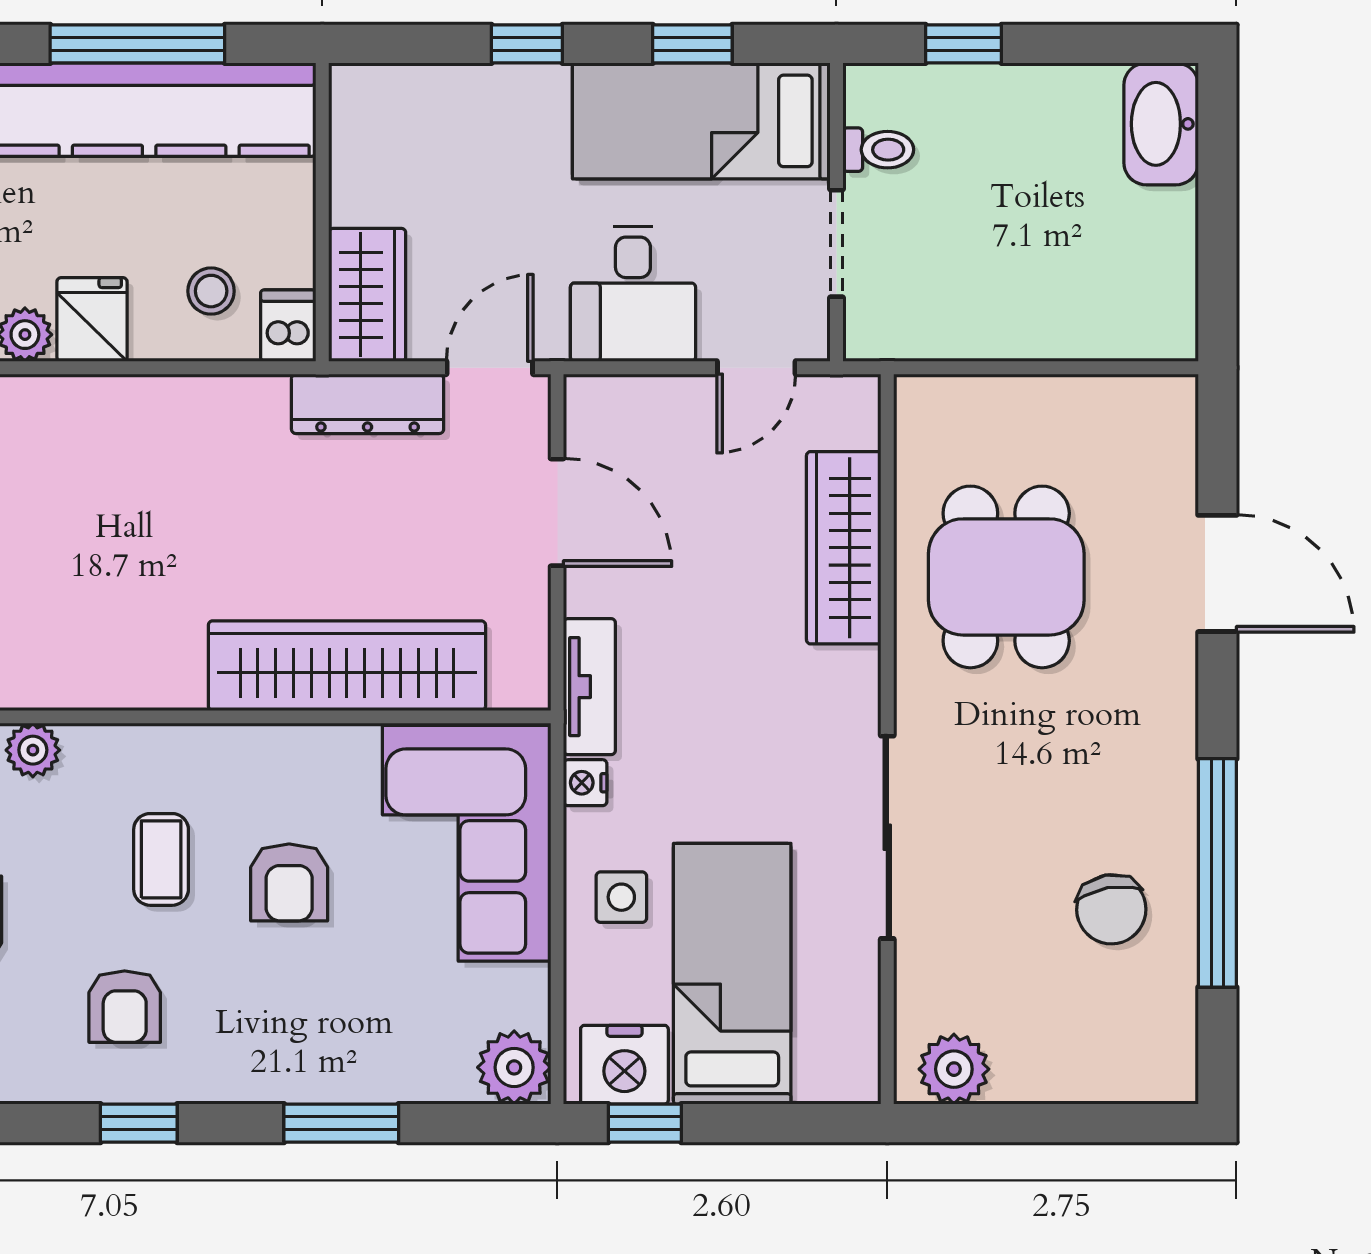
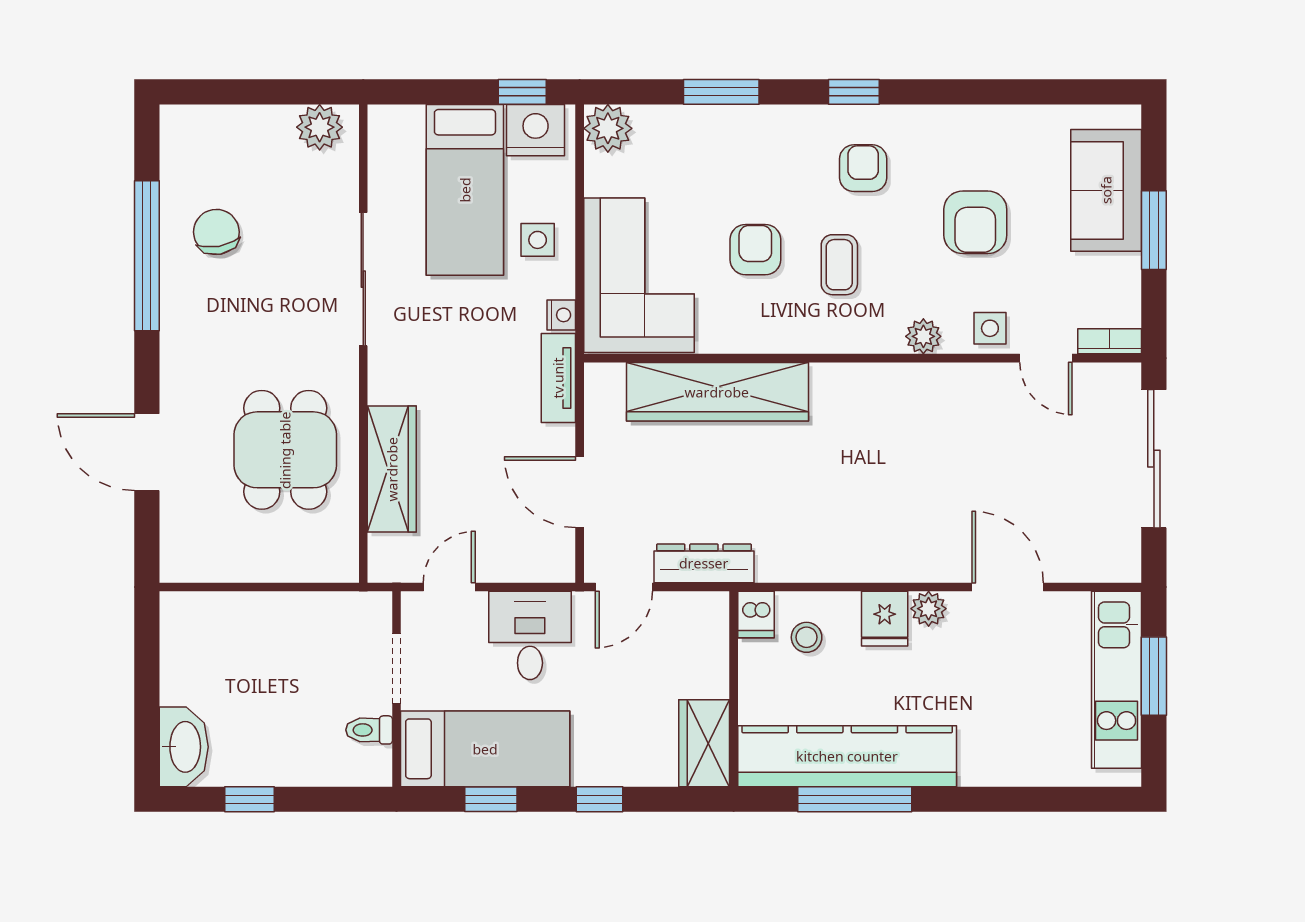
window: (964, 44) -> (249, 799), moved
wardrobe: (367, 295) -> (704, 743), moved

